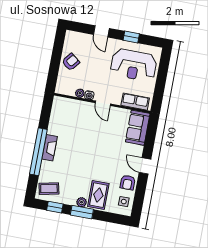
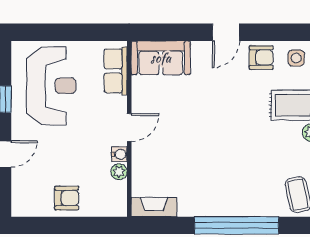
armchair: (71, 62) -> (67, 198), turned 142
fireplace: (50, 148) -> (154, 207), moved

